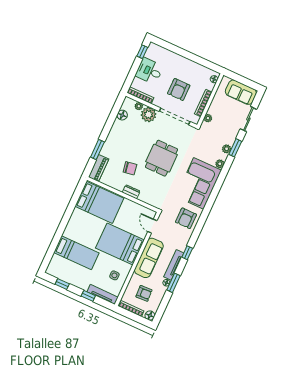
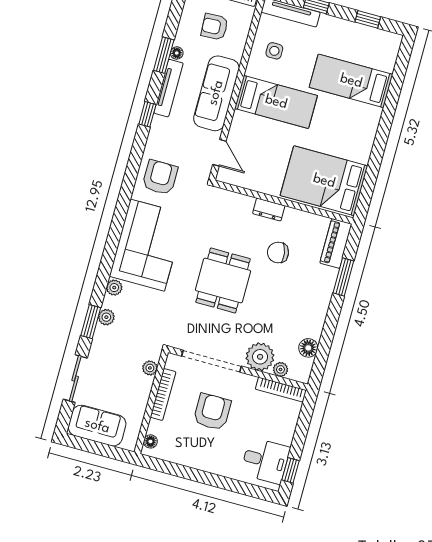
desk: (149, 71) -> (265, 461), moved
bed: (120, 244) -> (276, 102), width x0.67

